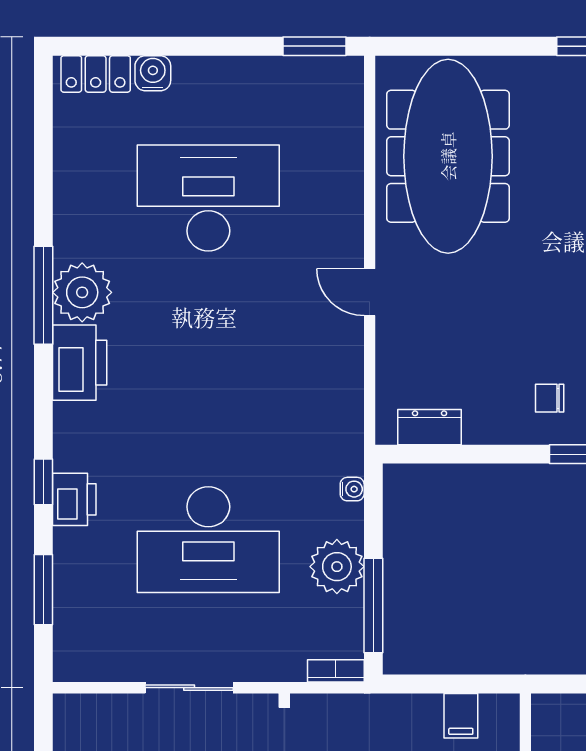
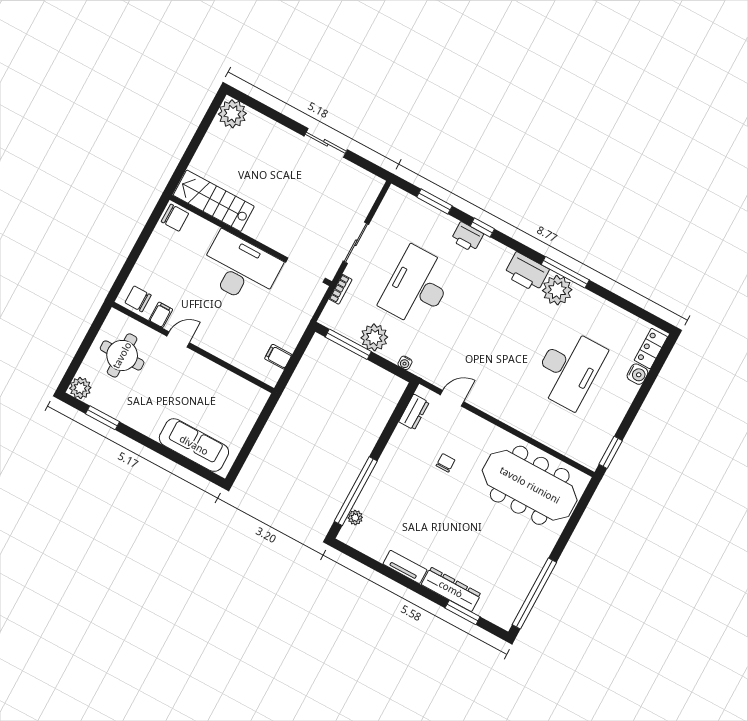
door: (370, 292) -> (452, 398), moved
chair: (550, 398) -> (446, 463), moved
bookcase: (336, 671) -> (340, 289), moved

